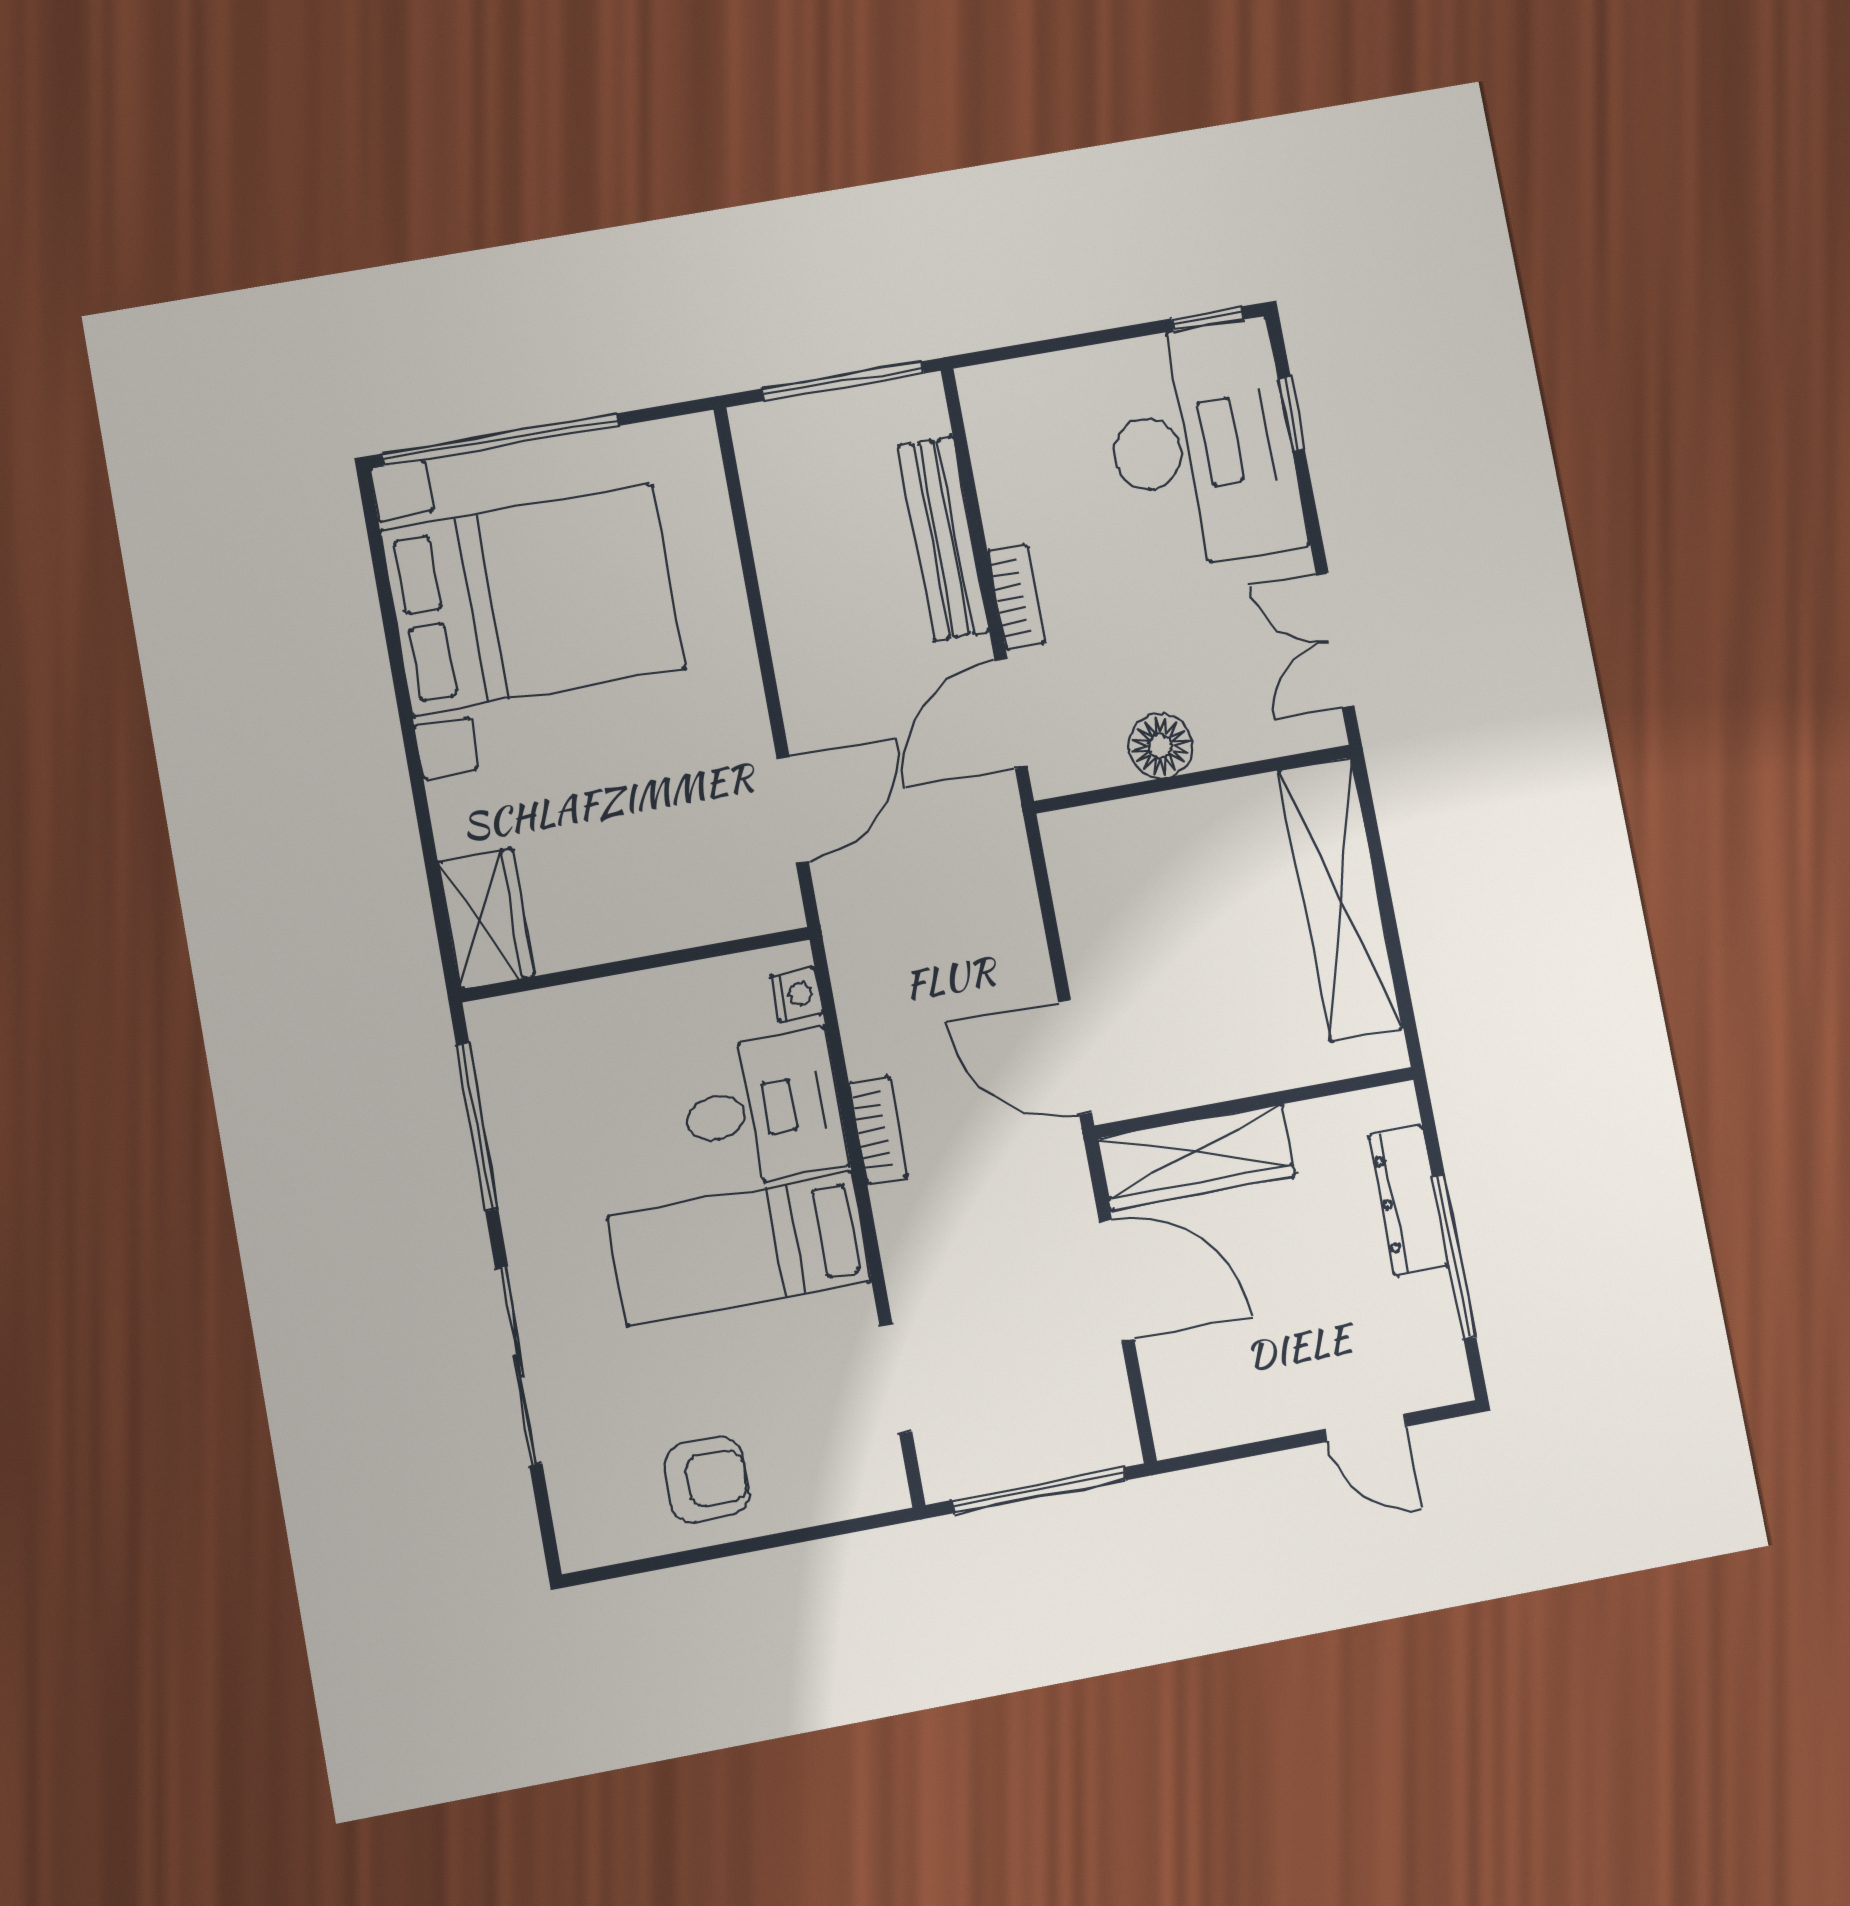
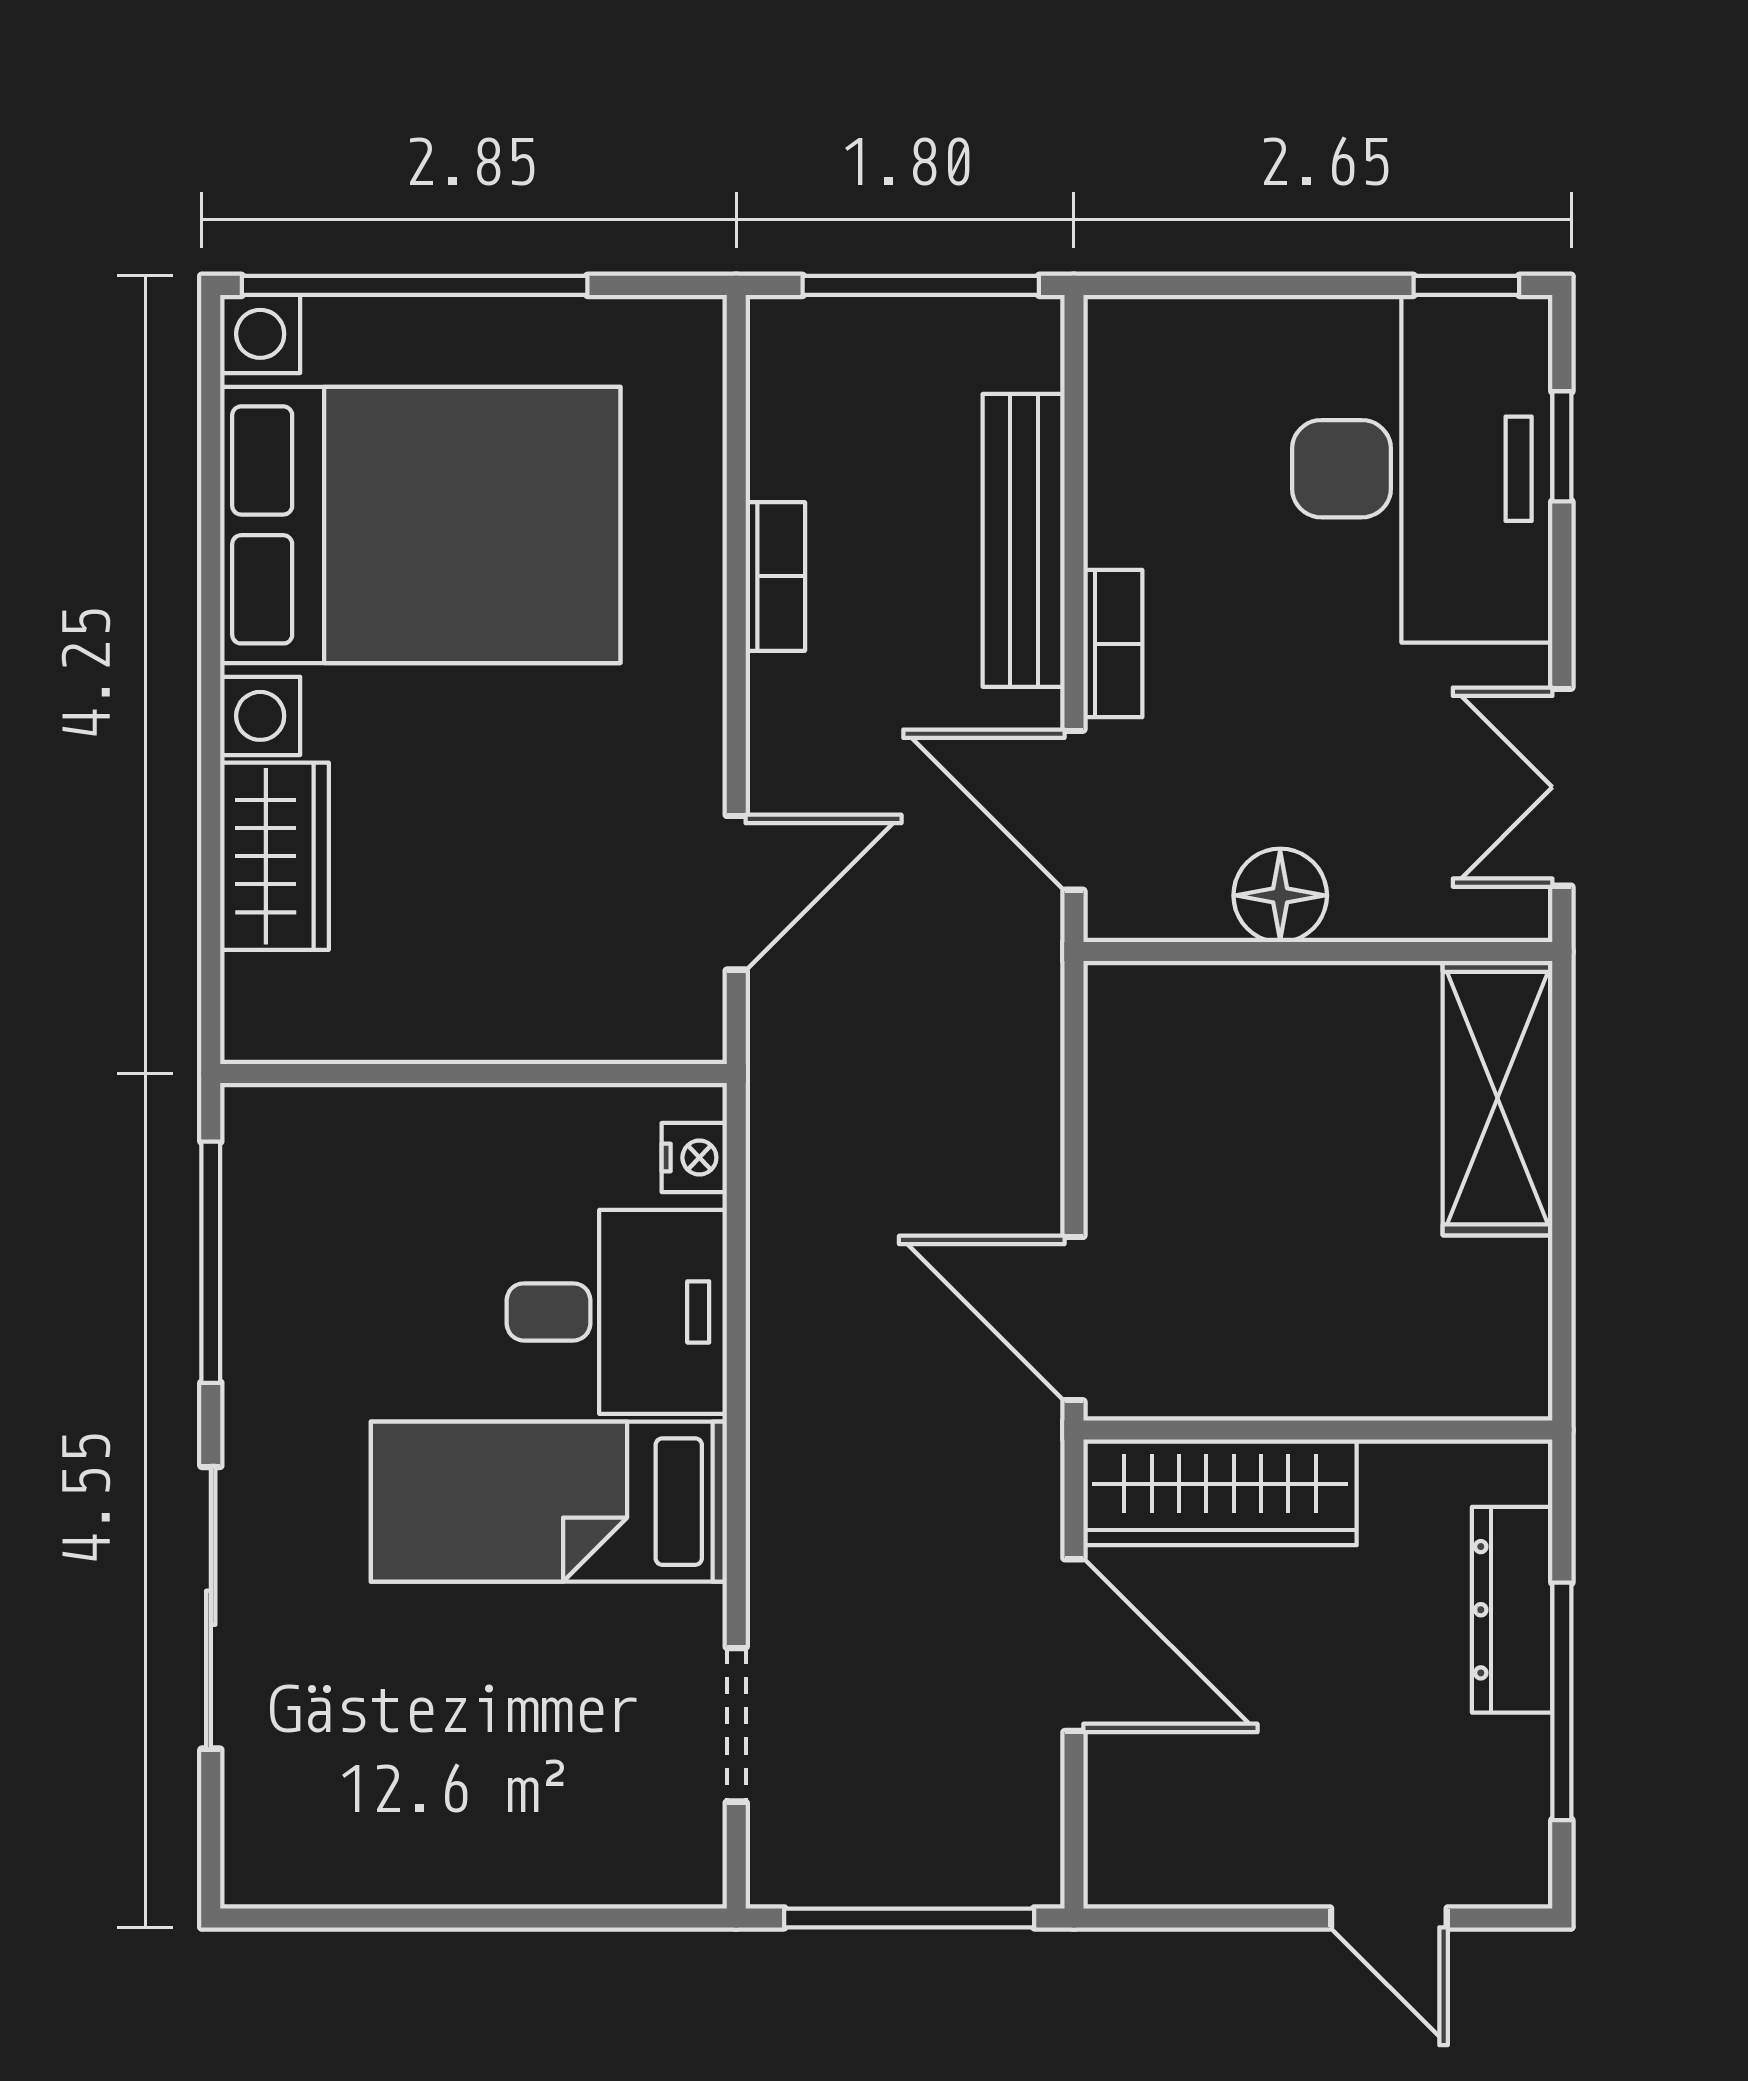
door: (1011, 713) -> (1074, 810), hinge flipped
shelving: (1341, 899) -> (1498, 1098), width x0.68
wardrobe: (486, 919) -> (274, 856), moved
bookcase: (878, 1130) -> (775, 576), moved
armchair: (707, 1480) -> (445, 1816), removed

